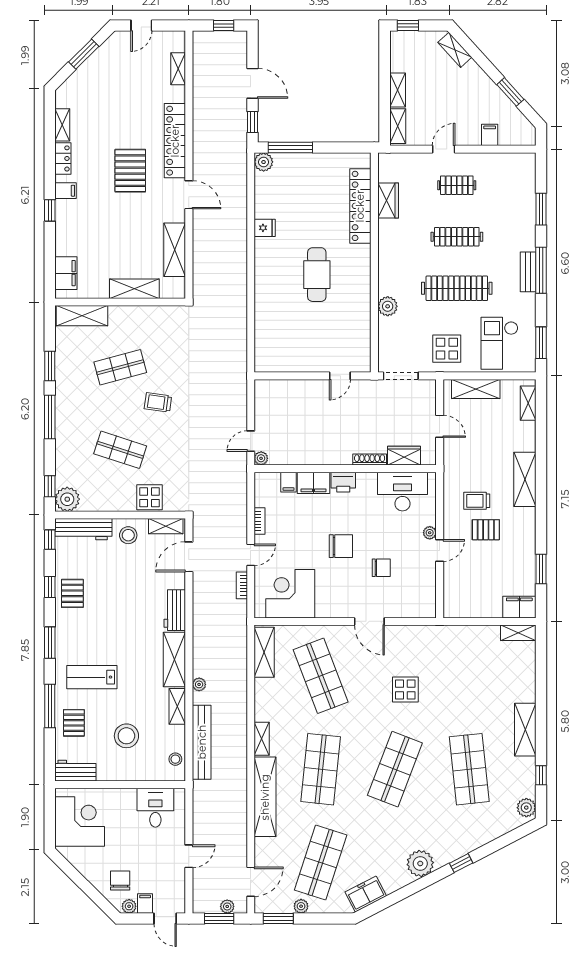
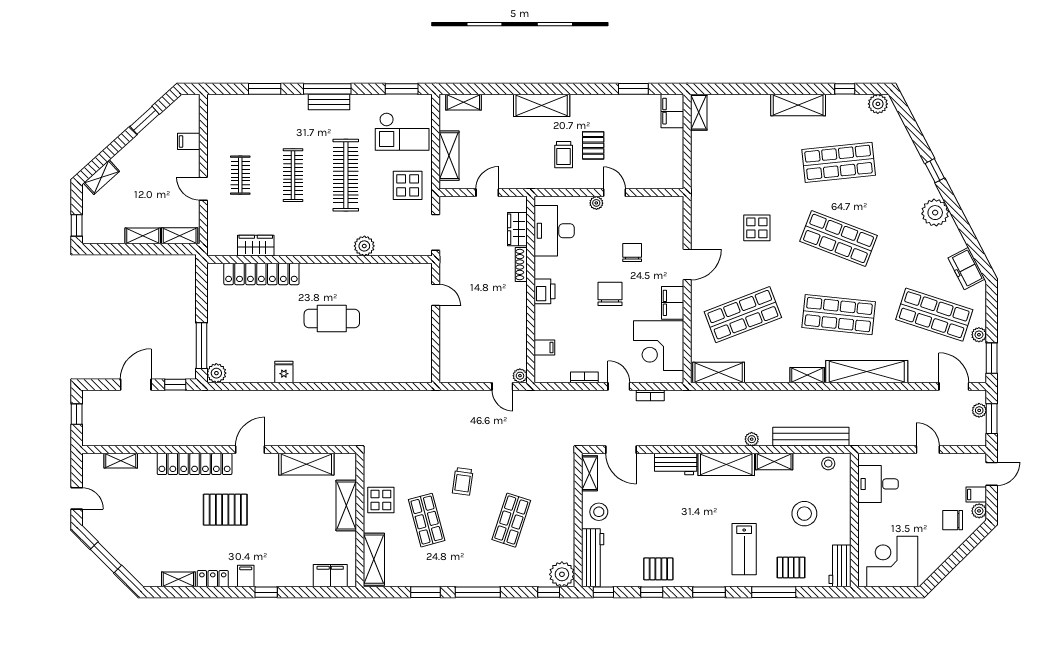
filing cabinet: (314, 483) -> (673, 303), moved, turned 180
display table: (150, 497) -> (381, 500), moved

